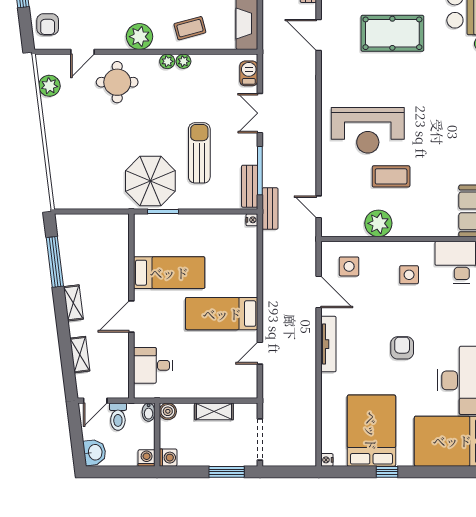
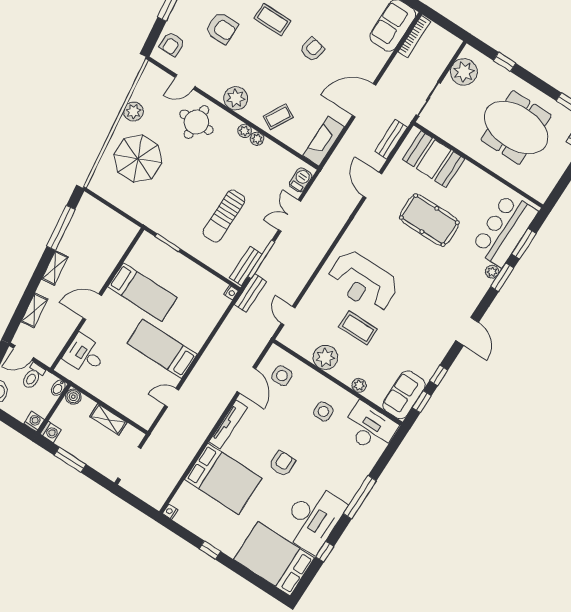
coffee table: (190, 28) -> (278, 117), turned -46
plant: (49, 86) -> (133, 112), moved
sun lounger: (199, 153) -> (224, 216), turned 180
parasol: (150, 181) -> (138, 159), moved
plant: (427, 229) -> (359, 385), added
bed: (371, 431) -> (223, 479), moved, turned 90
window: (227, 472) -> (70, 460), moved

